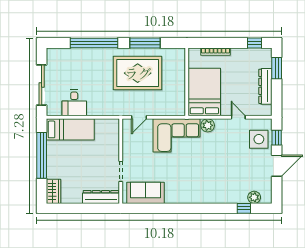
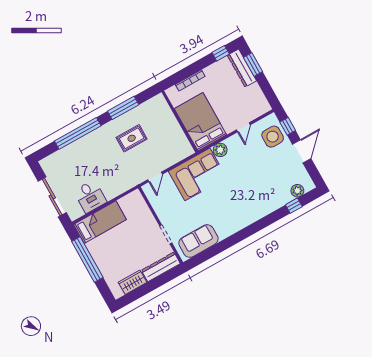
rug: (138, 73) -> (132, 138), width x0.54, depth x0.49
dresser: (265, 86) -> (242, 68), moved
door: (238, 117) -> (243, 127), swing flipped
wardrobe: (54, 191) -> (133, 282), moved, turned -90

